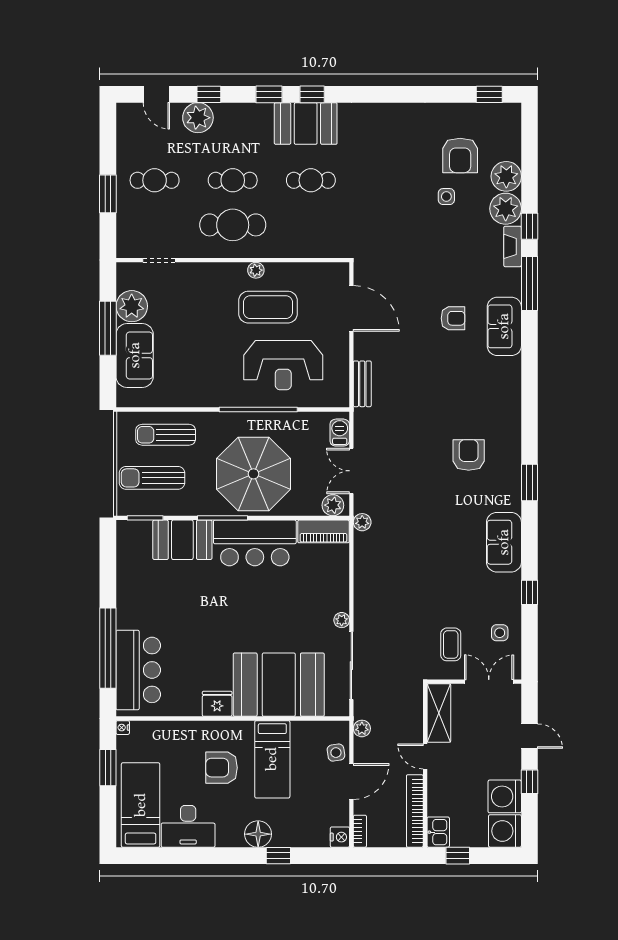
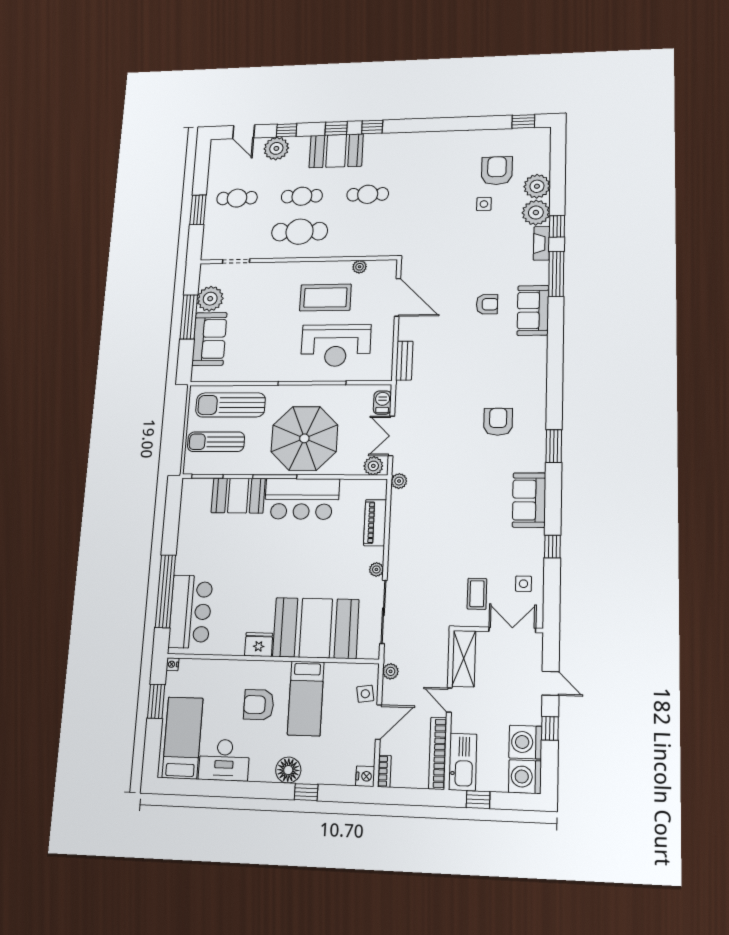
booth: (306, 123) -> (336, 151), moved
armchair: (460, 155) -> (497, 171), turned 180
plant: (256, 270) -> (360, 267), moved
sun lounger: (166, 435) -> (230, 405), width x1.36, depth x1.34
piano: (323, 531) -> (375, 523), moved, turned 90
kitchen sink: (438, 832) -> (463, 762), width x1.87, depth x1.24

